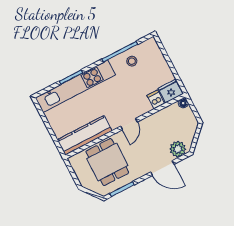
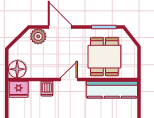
dishwasher: (156, 99) -> (47, 89), moved
floor lamp: (183, 103) -> (17, 69), width x1.89, depth x1.89

